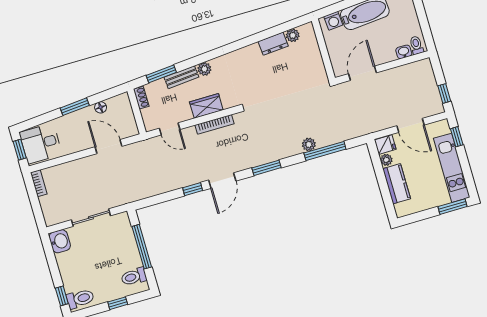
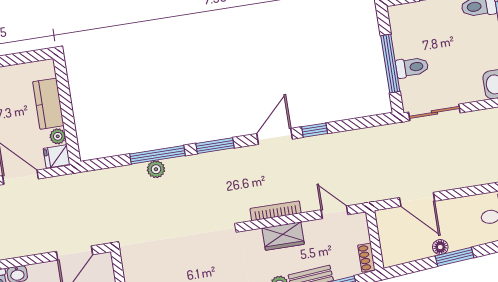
floor lamp: (101, 107) -> (440, 247), moved
window: (325, 151) -> (157, 155), moved
sliding door: (91, 218) -> (434, 112), moved
toilet: (134, 277) -> (412, 67), moved

